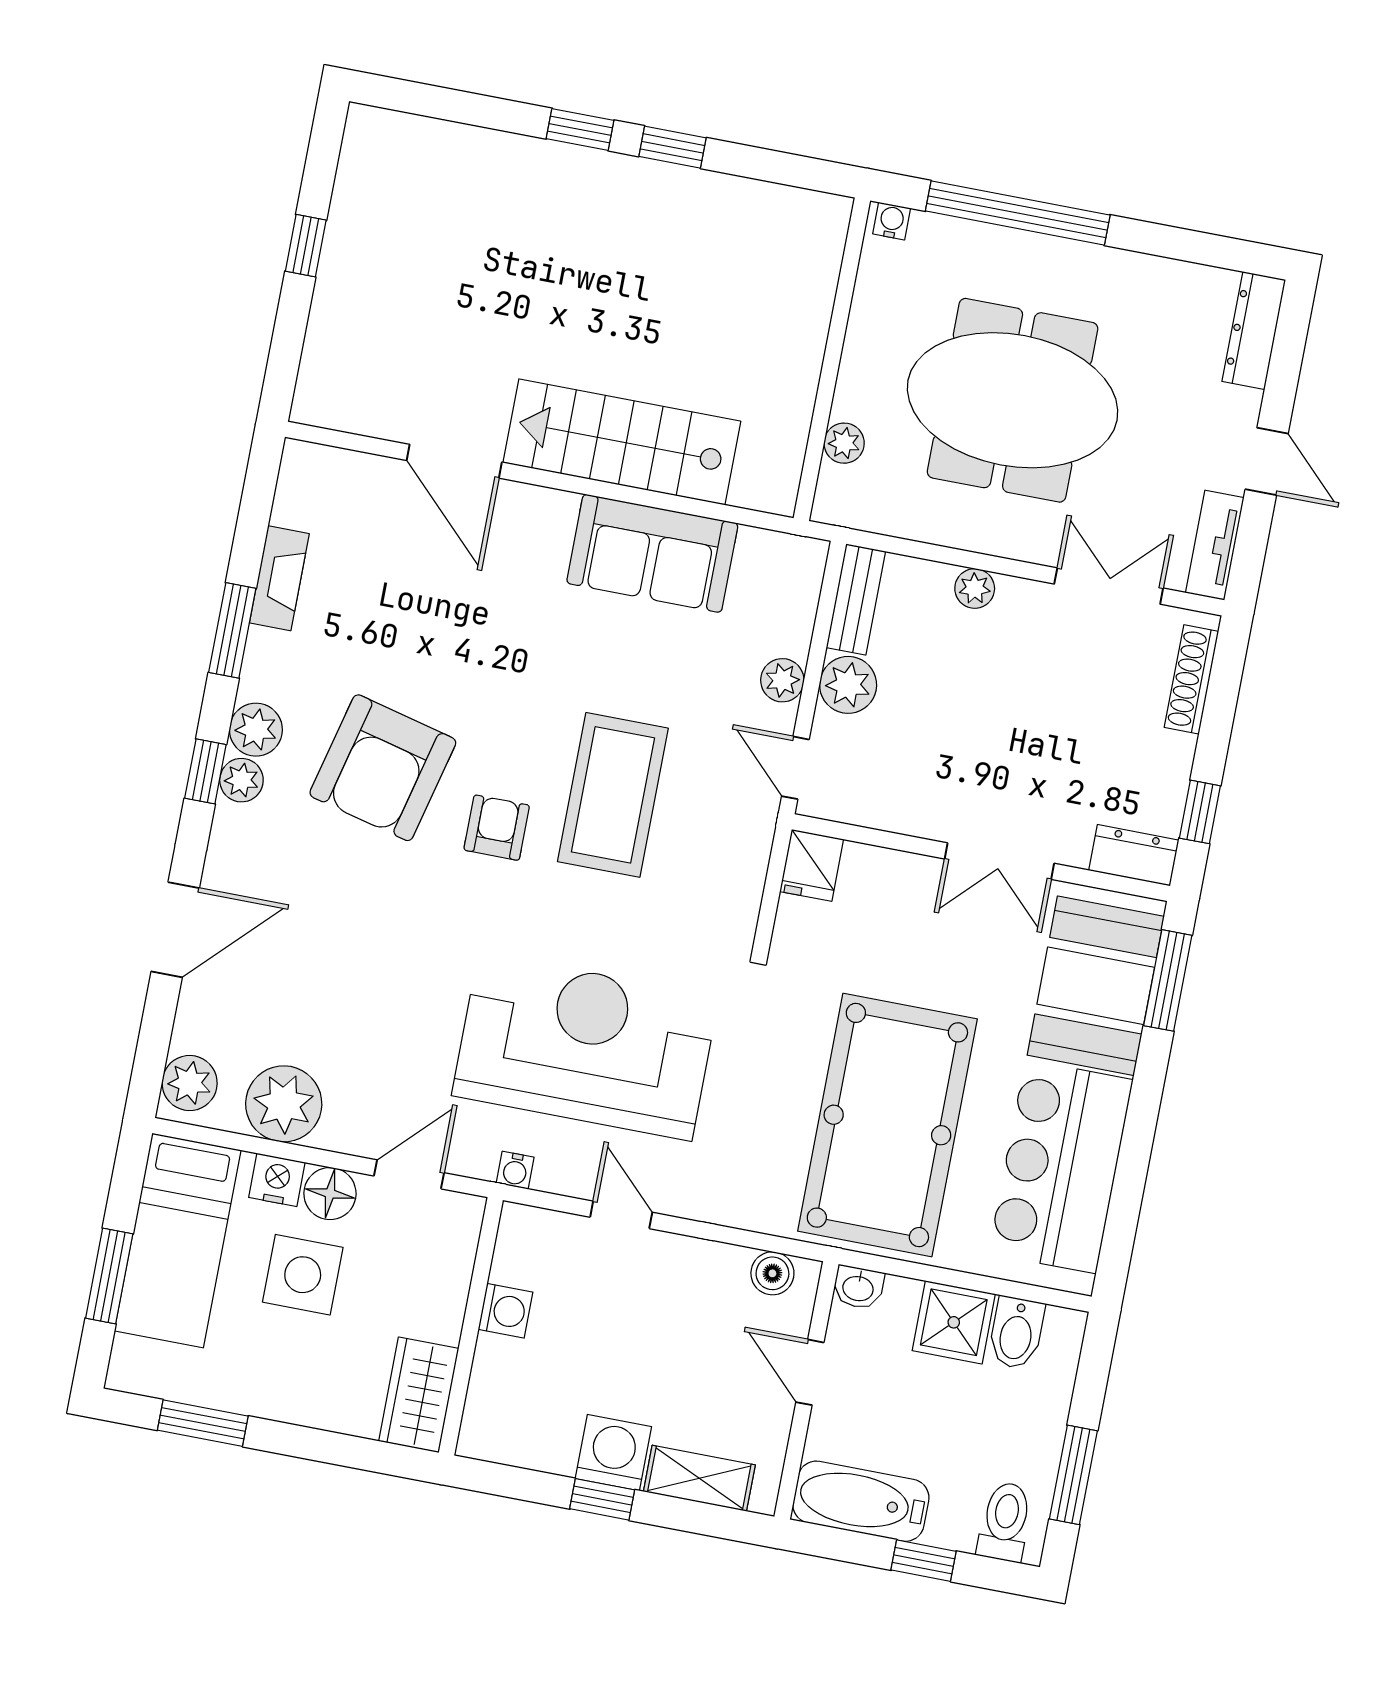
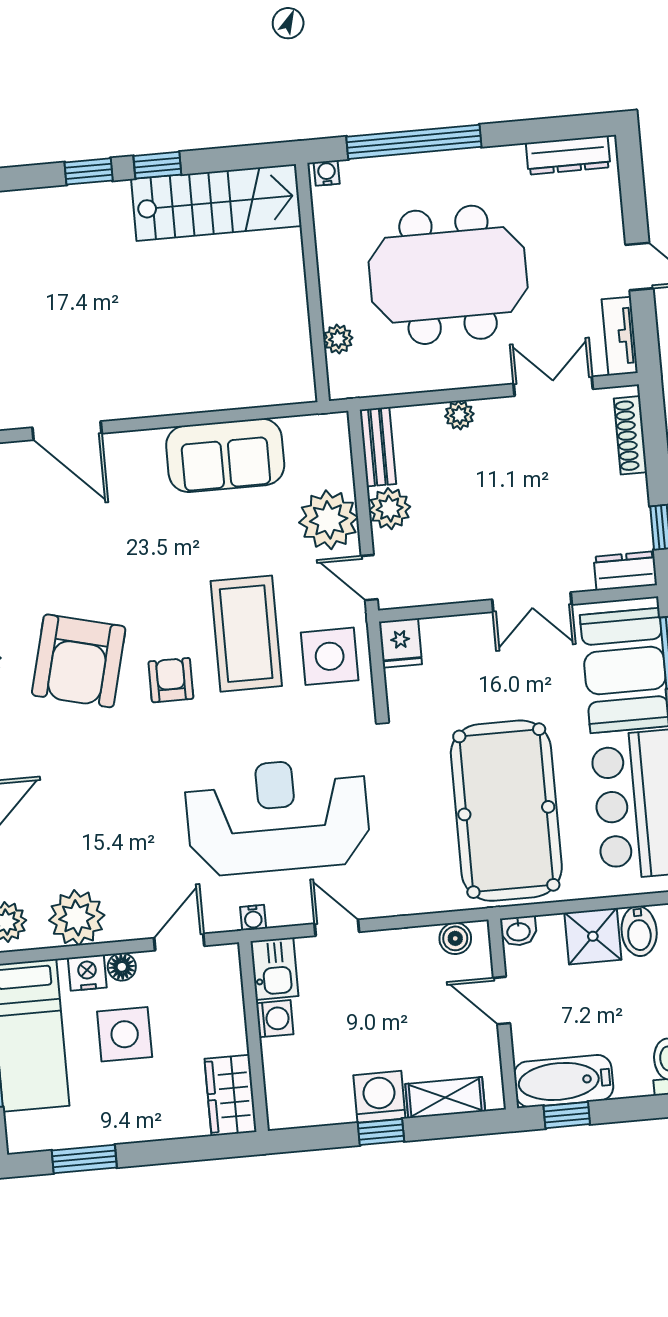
dresser: (1254, 331) -> (568, 155), moved, turned -90
stairs: (622, 442) -> (216, 202), moved, turned 180
plant: (782, 680) -> (329, 520), width x1.88, depth x1.88
side table: (714, 856) -> (330, 656), added
floor lamp: (330, 1194) -> (122, 967), width x0.73, depth x0.73
kitchen sink: (524, 1245) -> (274, 969), added
window: (924, 1561) -> (567, 1115), moved

